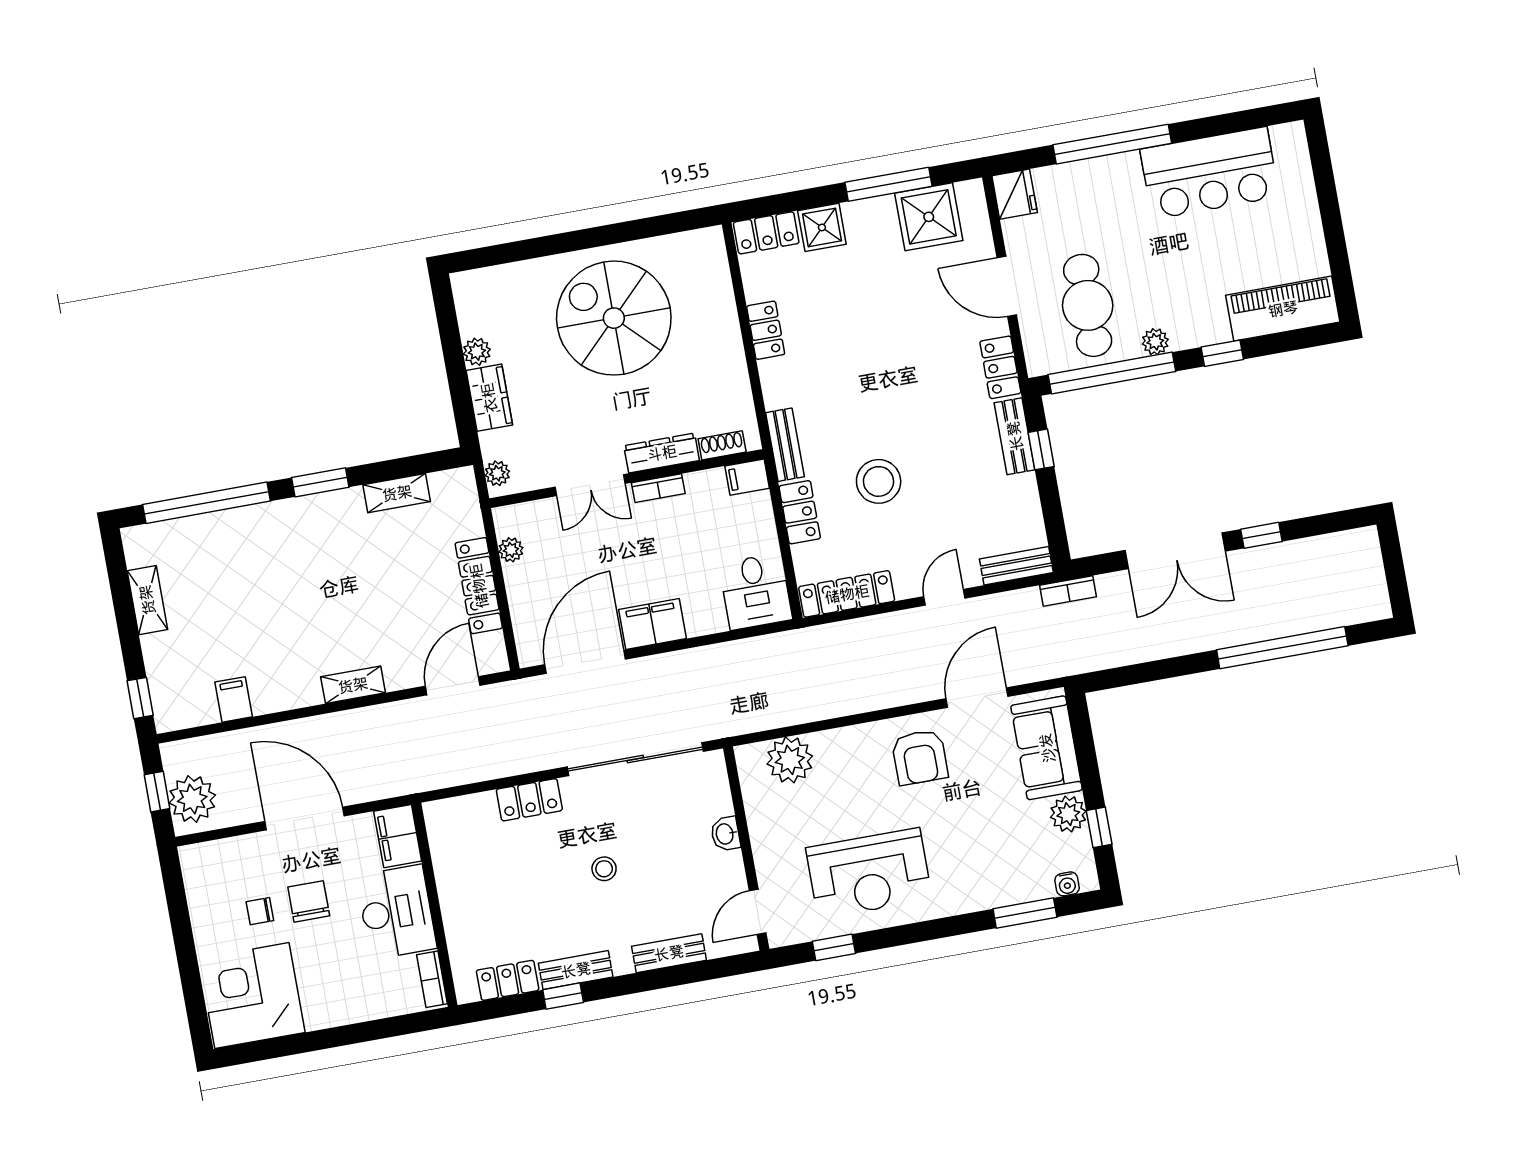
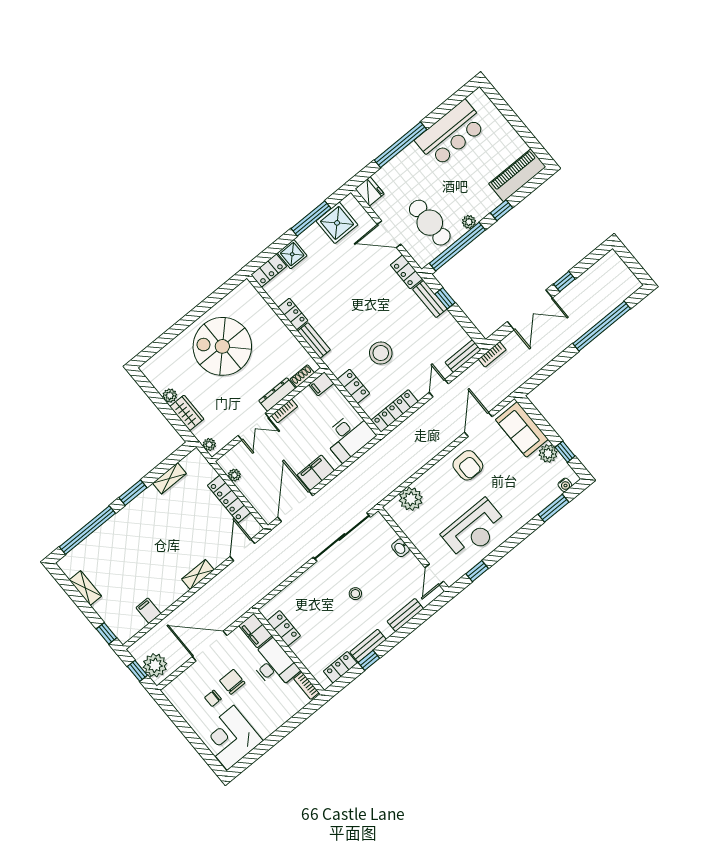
bench: (785, 445) -> (314, 340), moved
desk: (756, 591) -> (349, 436), width x1.37
locker: (529, 800) -> (284, 628), moved, turned -90

